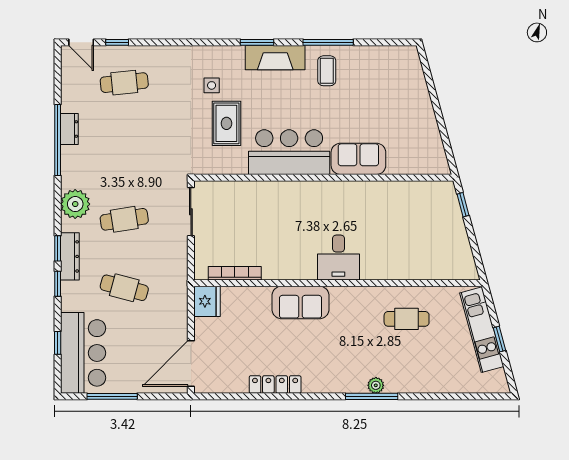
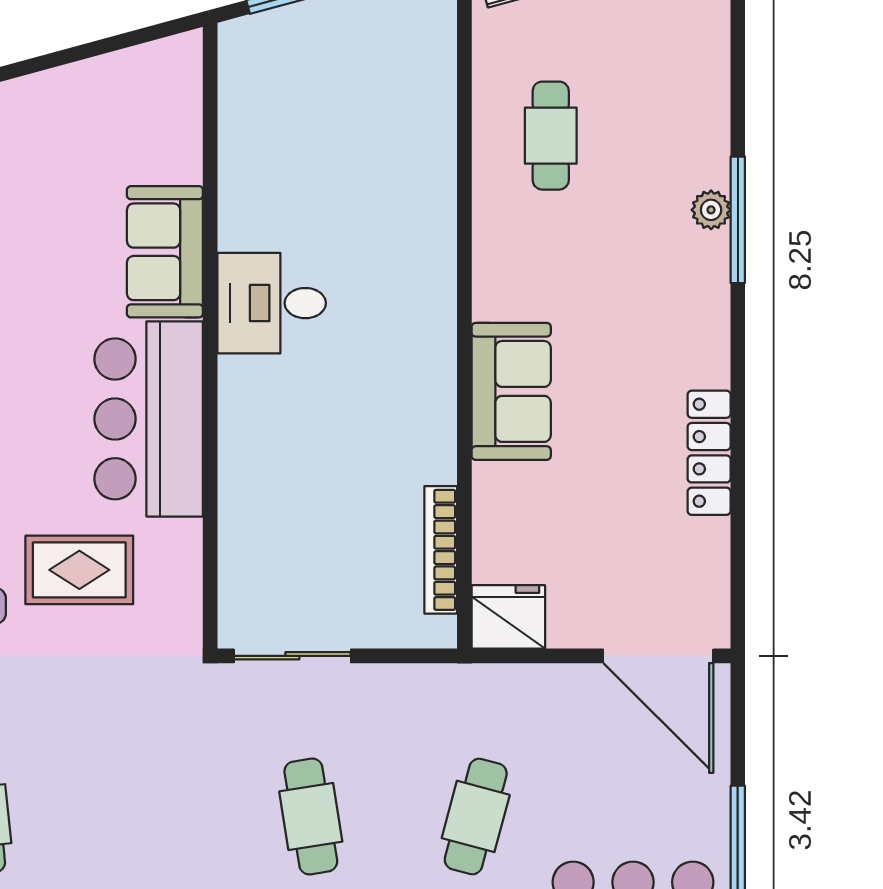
desk: (338, 258) -> (272, 303), moved, turned 180

